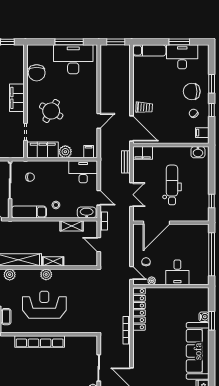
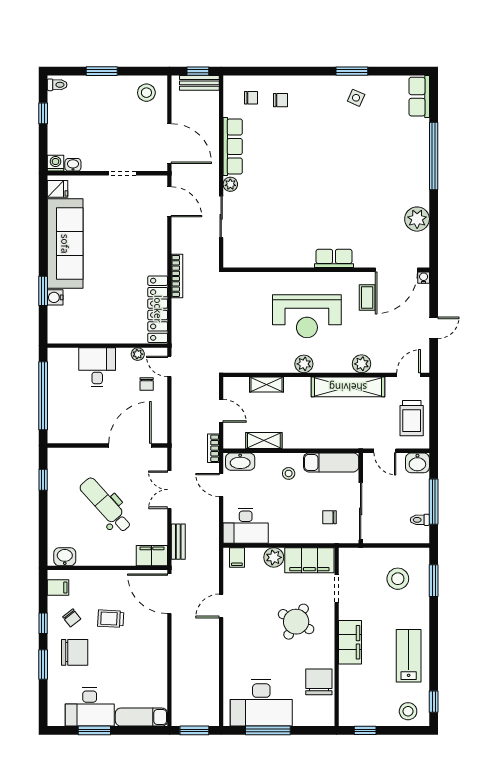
trolley: (144, 107) -> (111, 619), moved
dental chair: (172, 185) -> (106, 505), turned 138
shelving: (53, 261) -> (266, 385), moved
row of seats: (40, 341) -> (334, 258), width x0.50

